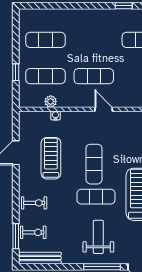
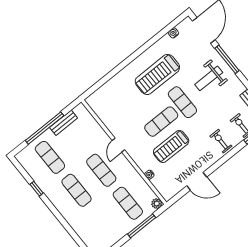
exercise mat: (46, 40) -> (76, 190), moved
window: (16, 72) -> (142, 226), width x2.17
plant: (51, 101) -> (157, 204), moved
treadmill: (51, 158) -> (171, 146), moved

